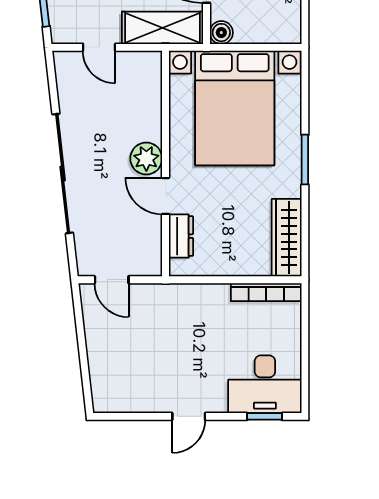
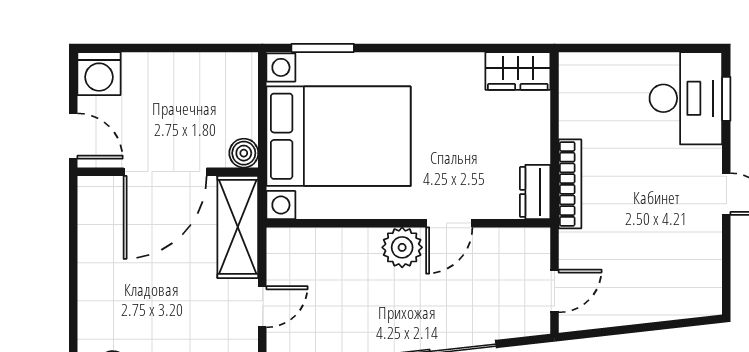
window: (305, 160) -> (323, 48), moved
dresser: (181, 236) -> (535, 192), moved, turned -90
wardrobe: (287, 238) -> (518, 71), width x0.67
bookcase: (266, 292) -> (570, 184), moved

